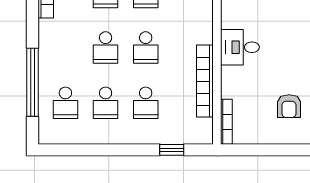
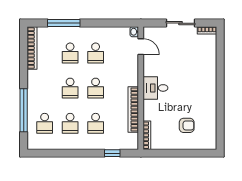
armchair: (289, 106) -> (187, 125), turned -90

